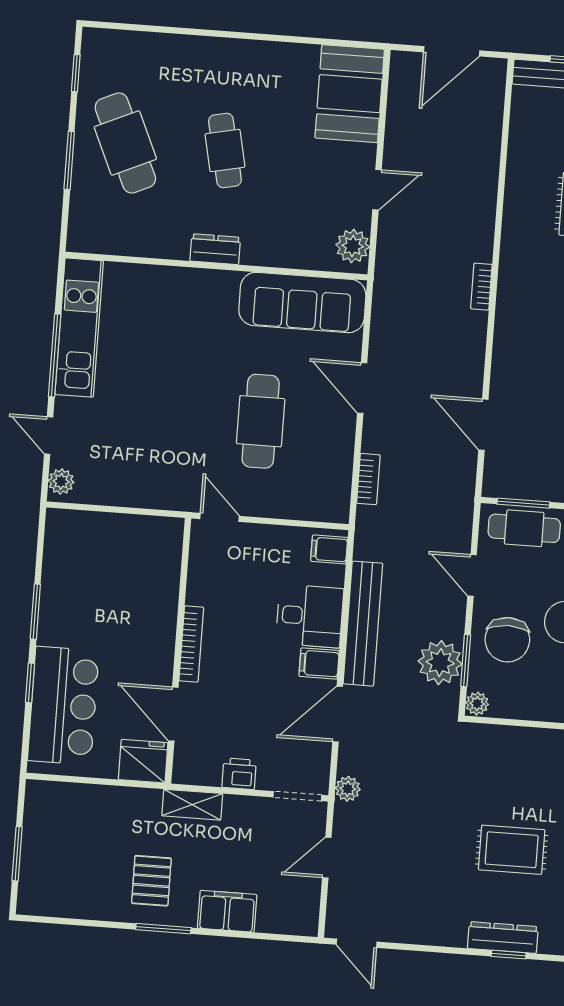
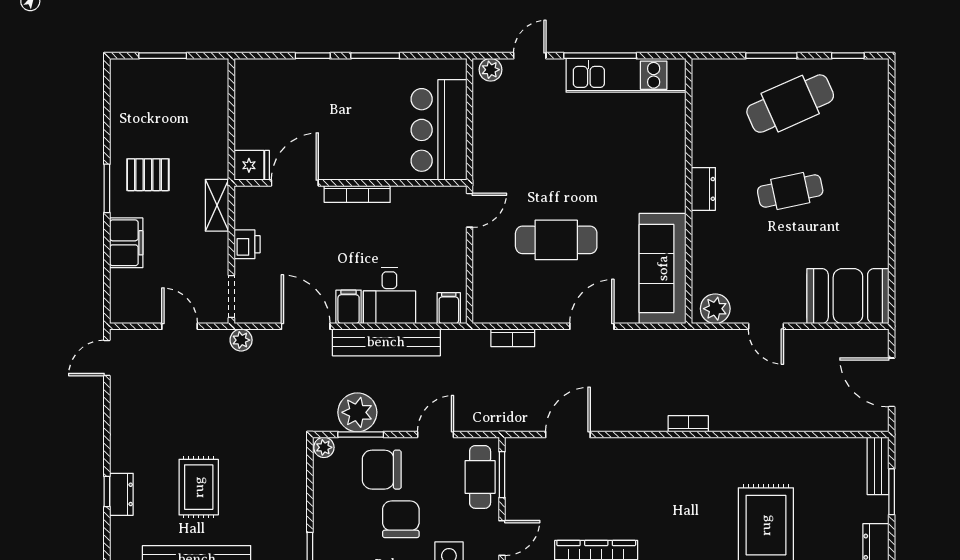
bar counter: (63, 706) -> (439, 130), moved, turned 90
fridge: (143, 761) -> (252, 165), width x0.72
dresser: (503, 938) -> (121, 494), width x0.70

